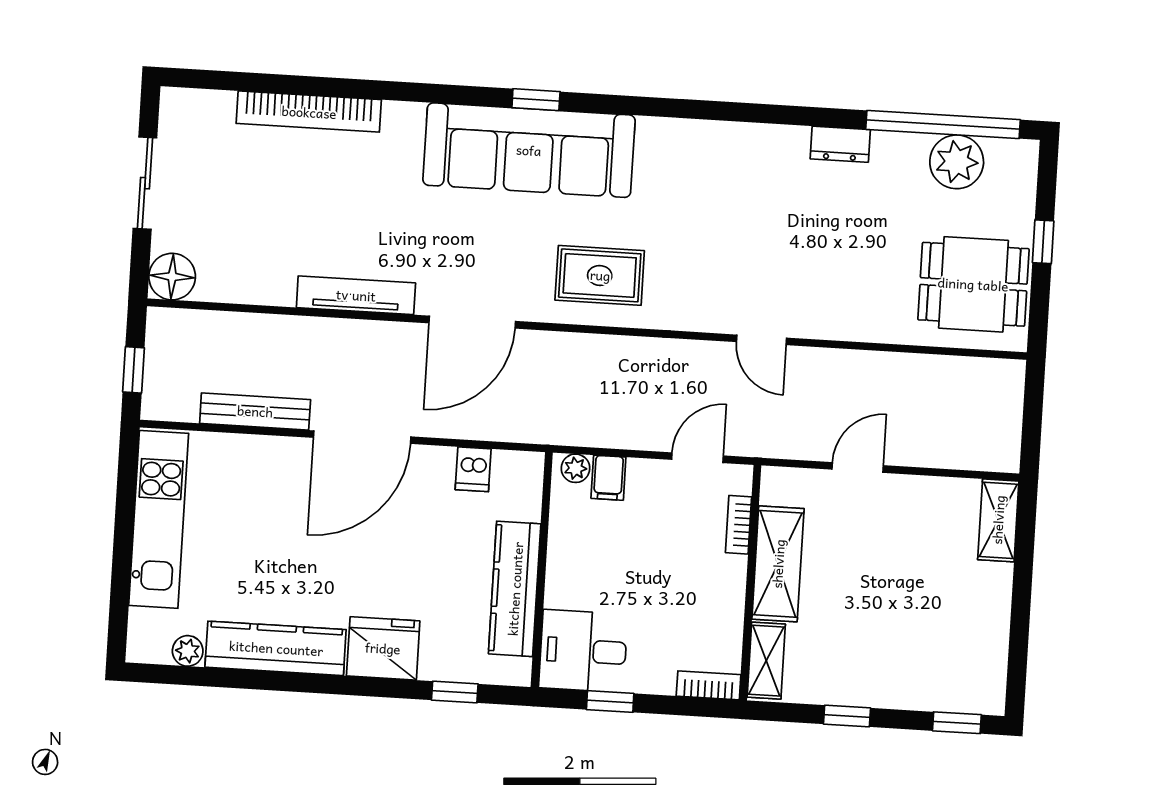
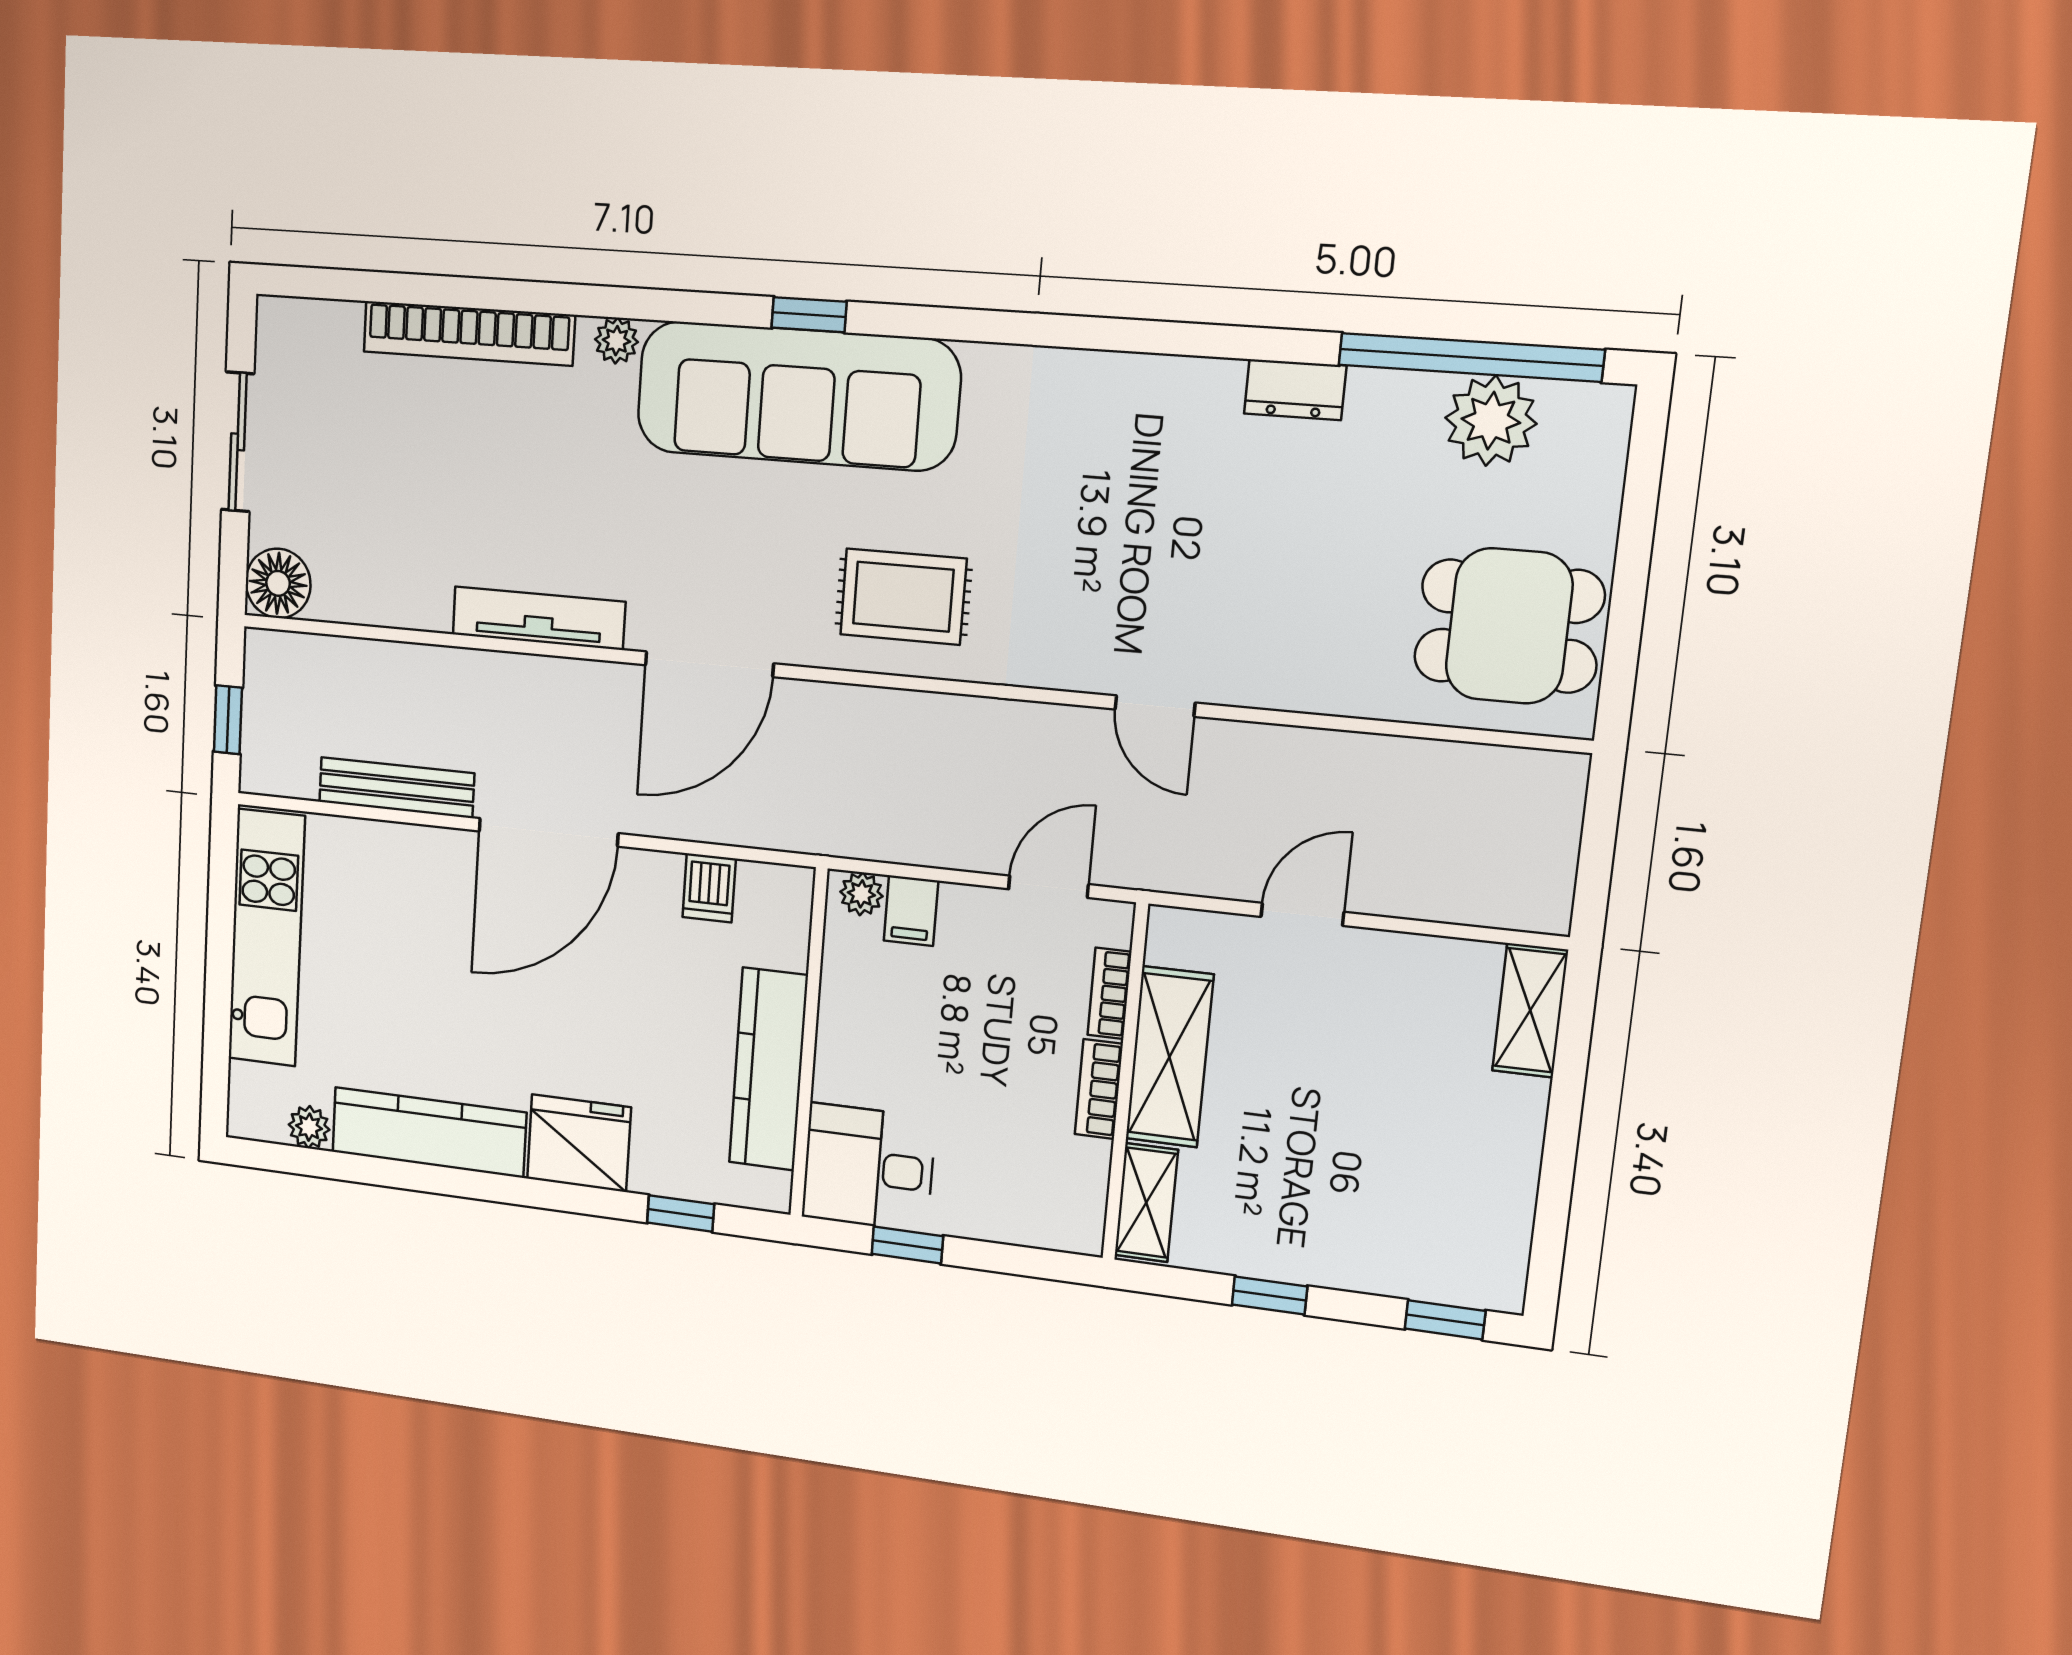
plant: (409, 116) -> (616, 341), added
window: (1043, 242) -> (1633, 558), removed
bookcase: (709, 685) -> (1099, 1089), moved, turned -90

